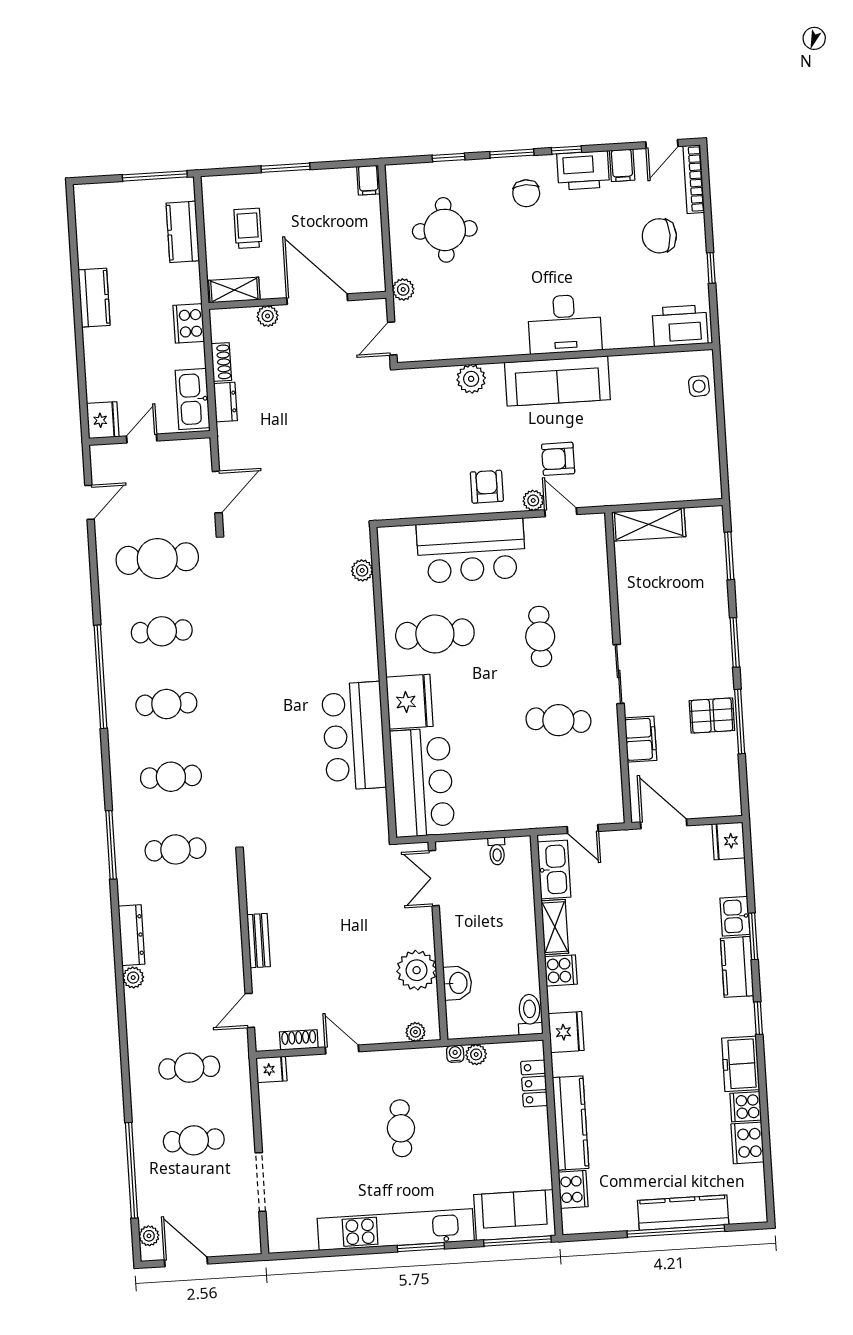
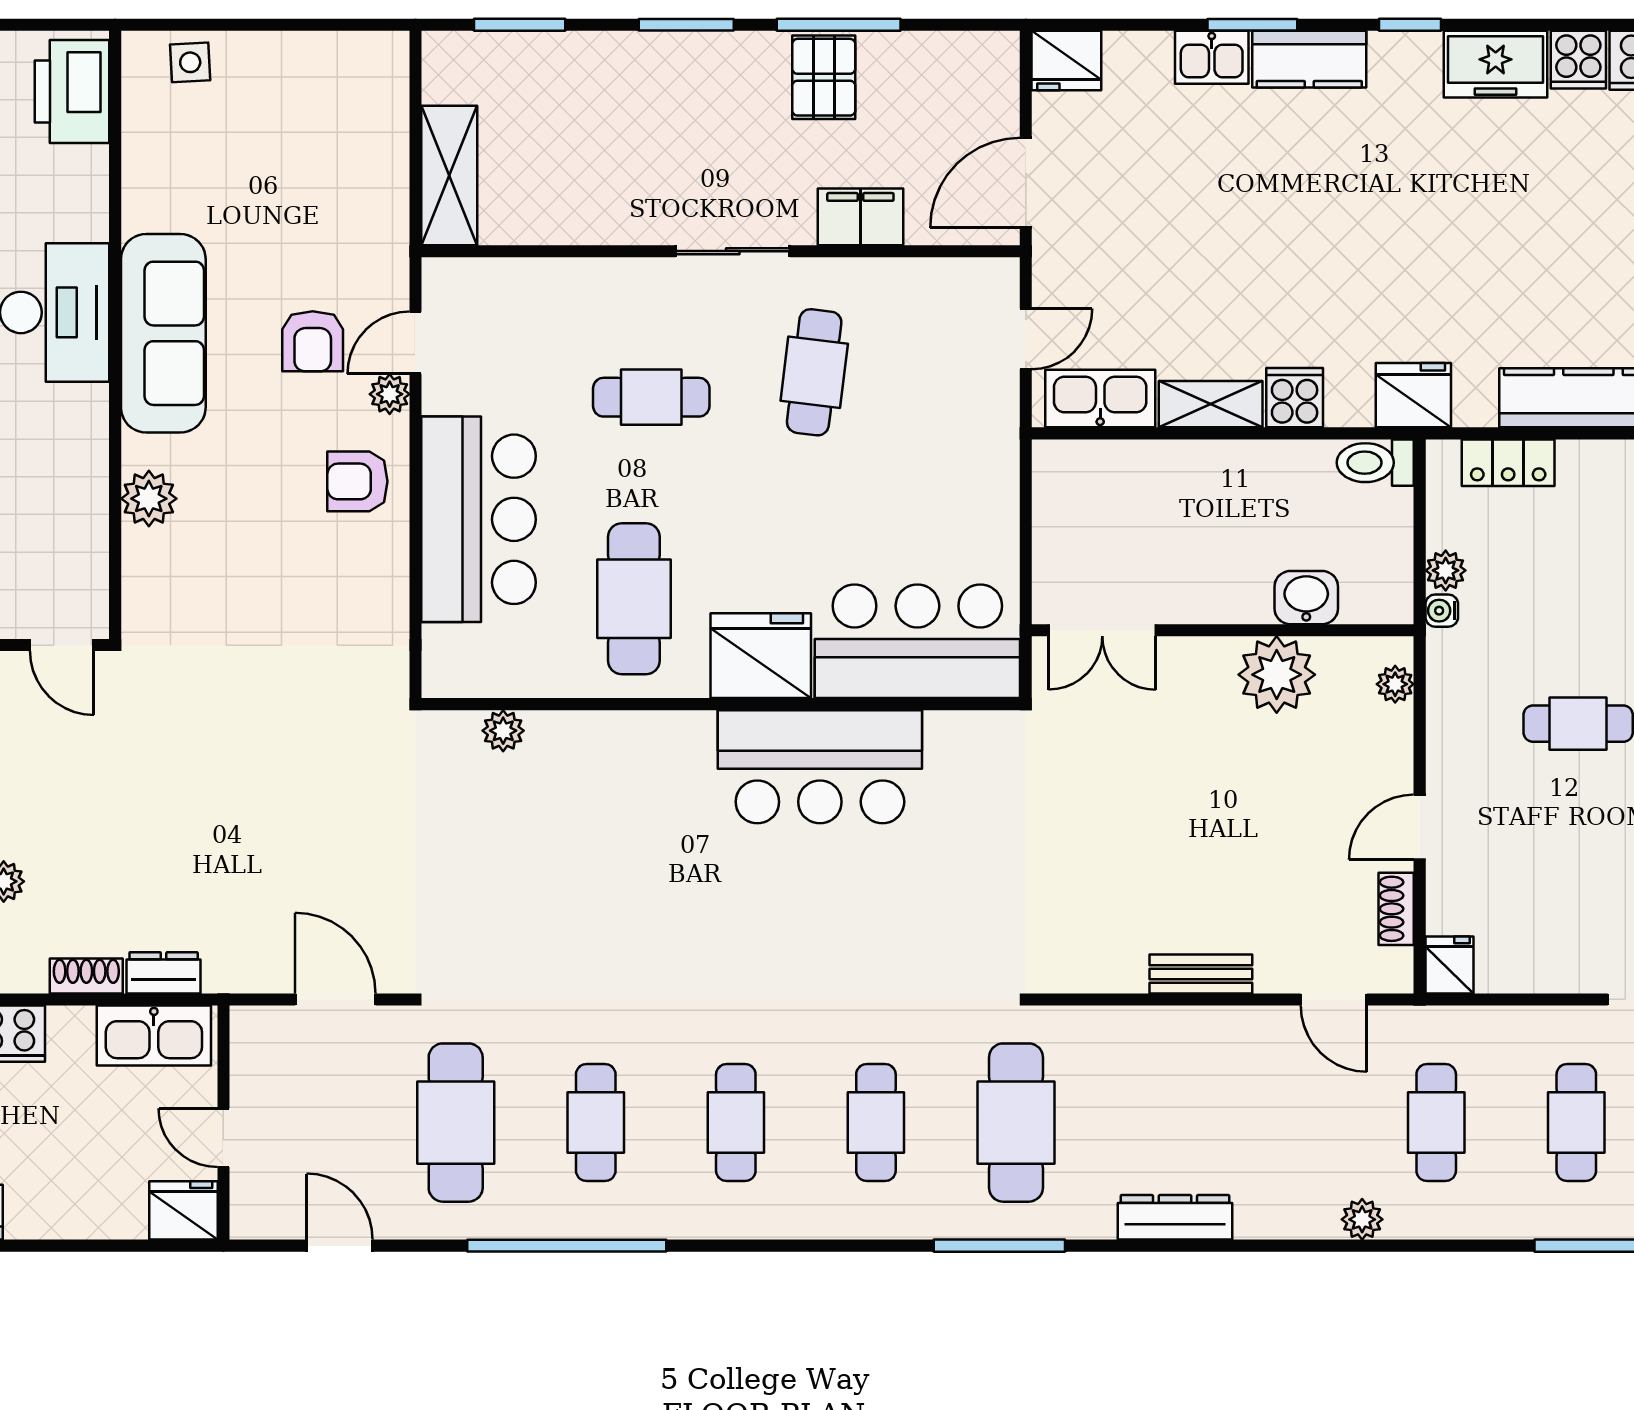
window: (100, 677) -> (567, 1246), moved
cafe table: (175, 849) -> (1016, 1123), width x1.37, depth x1.35
toilet: (497, 851) -> (1058, 506), removed
plant: (133, 978) -> (1362, 1219), moved

